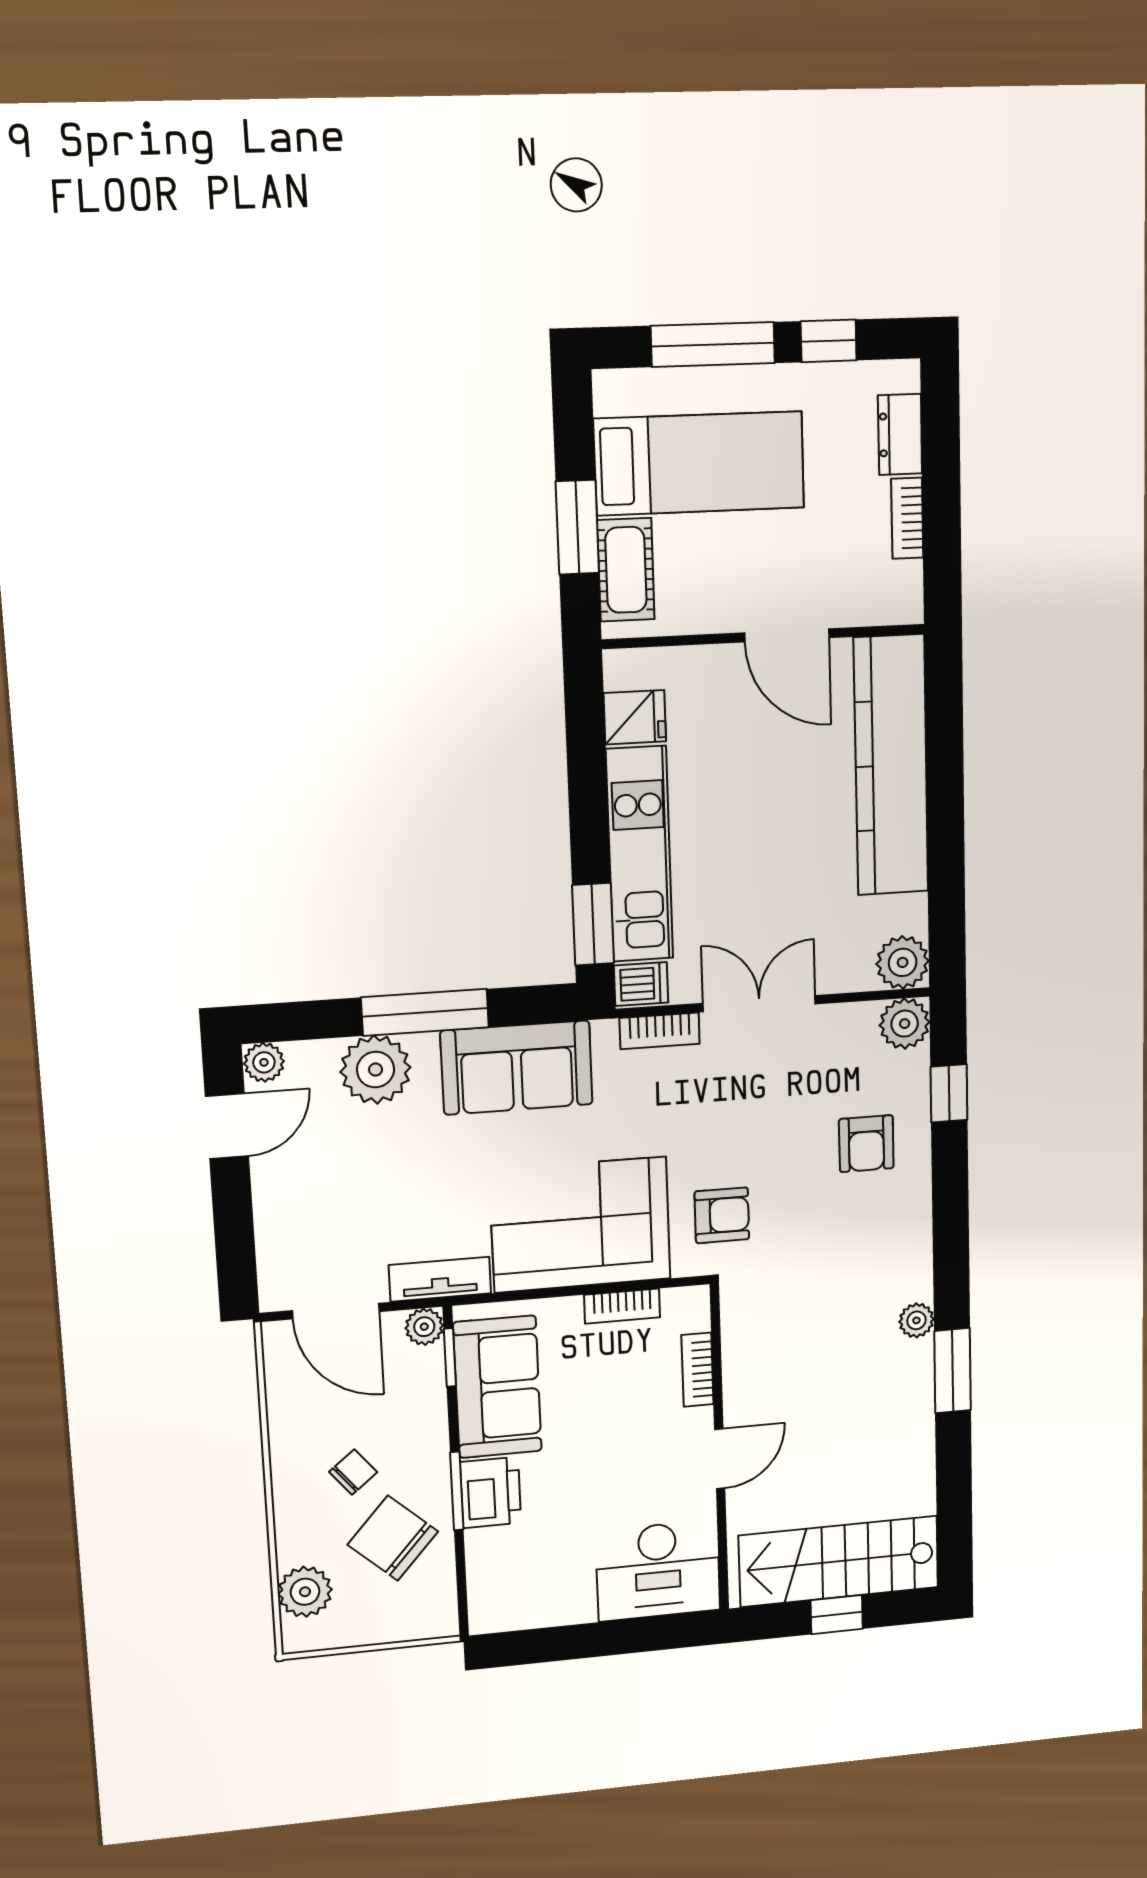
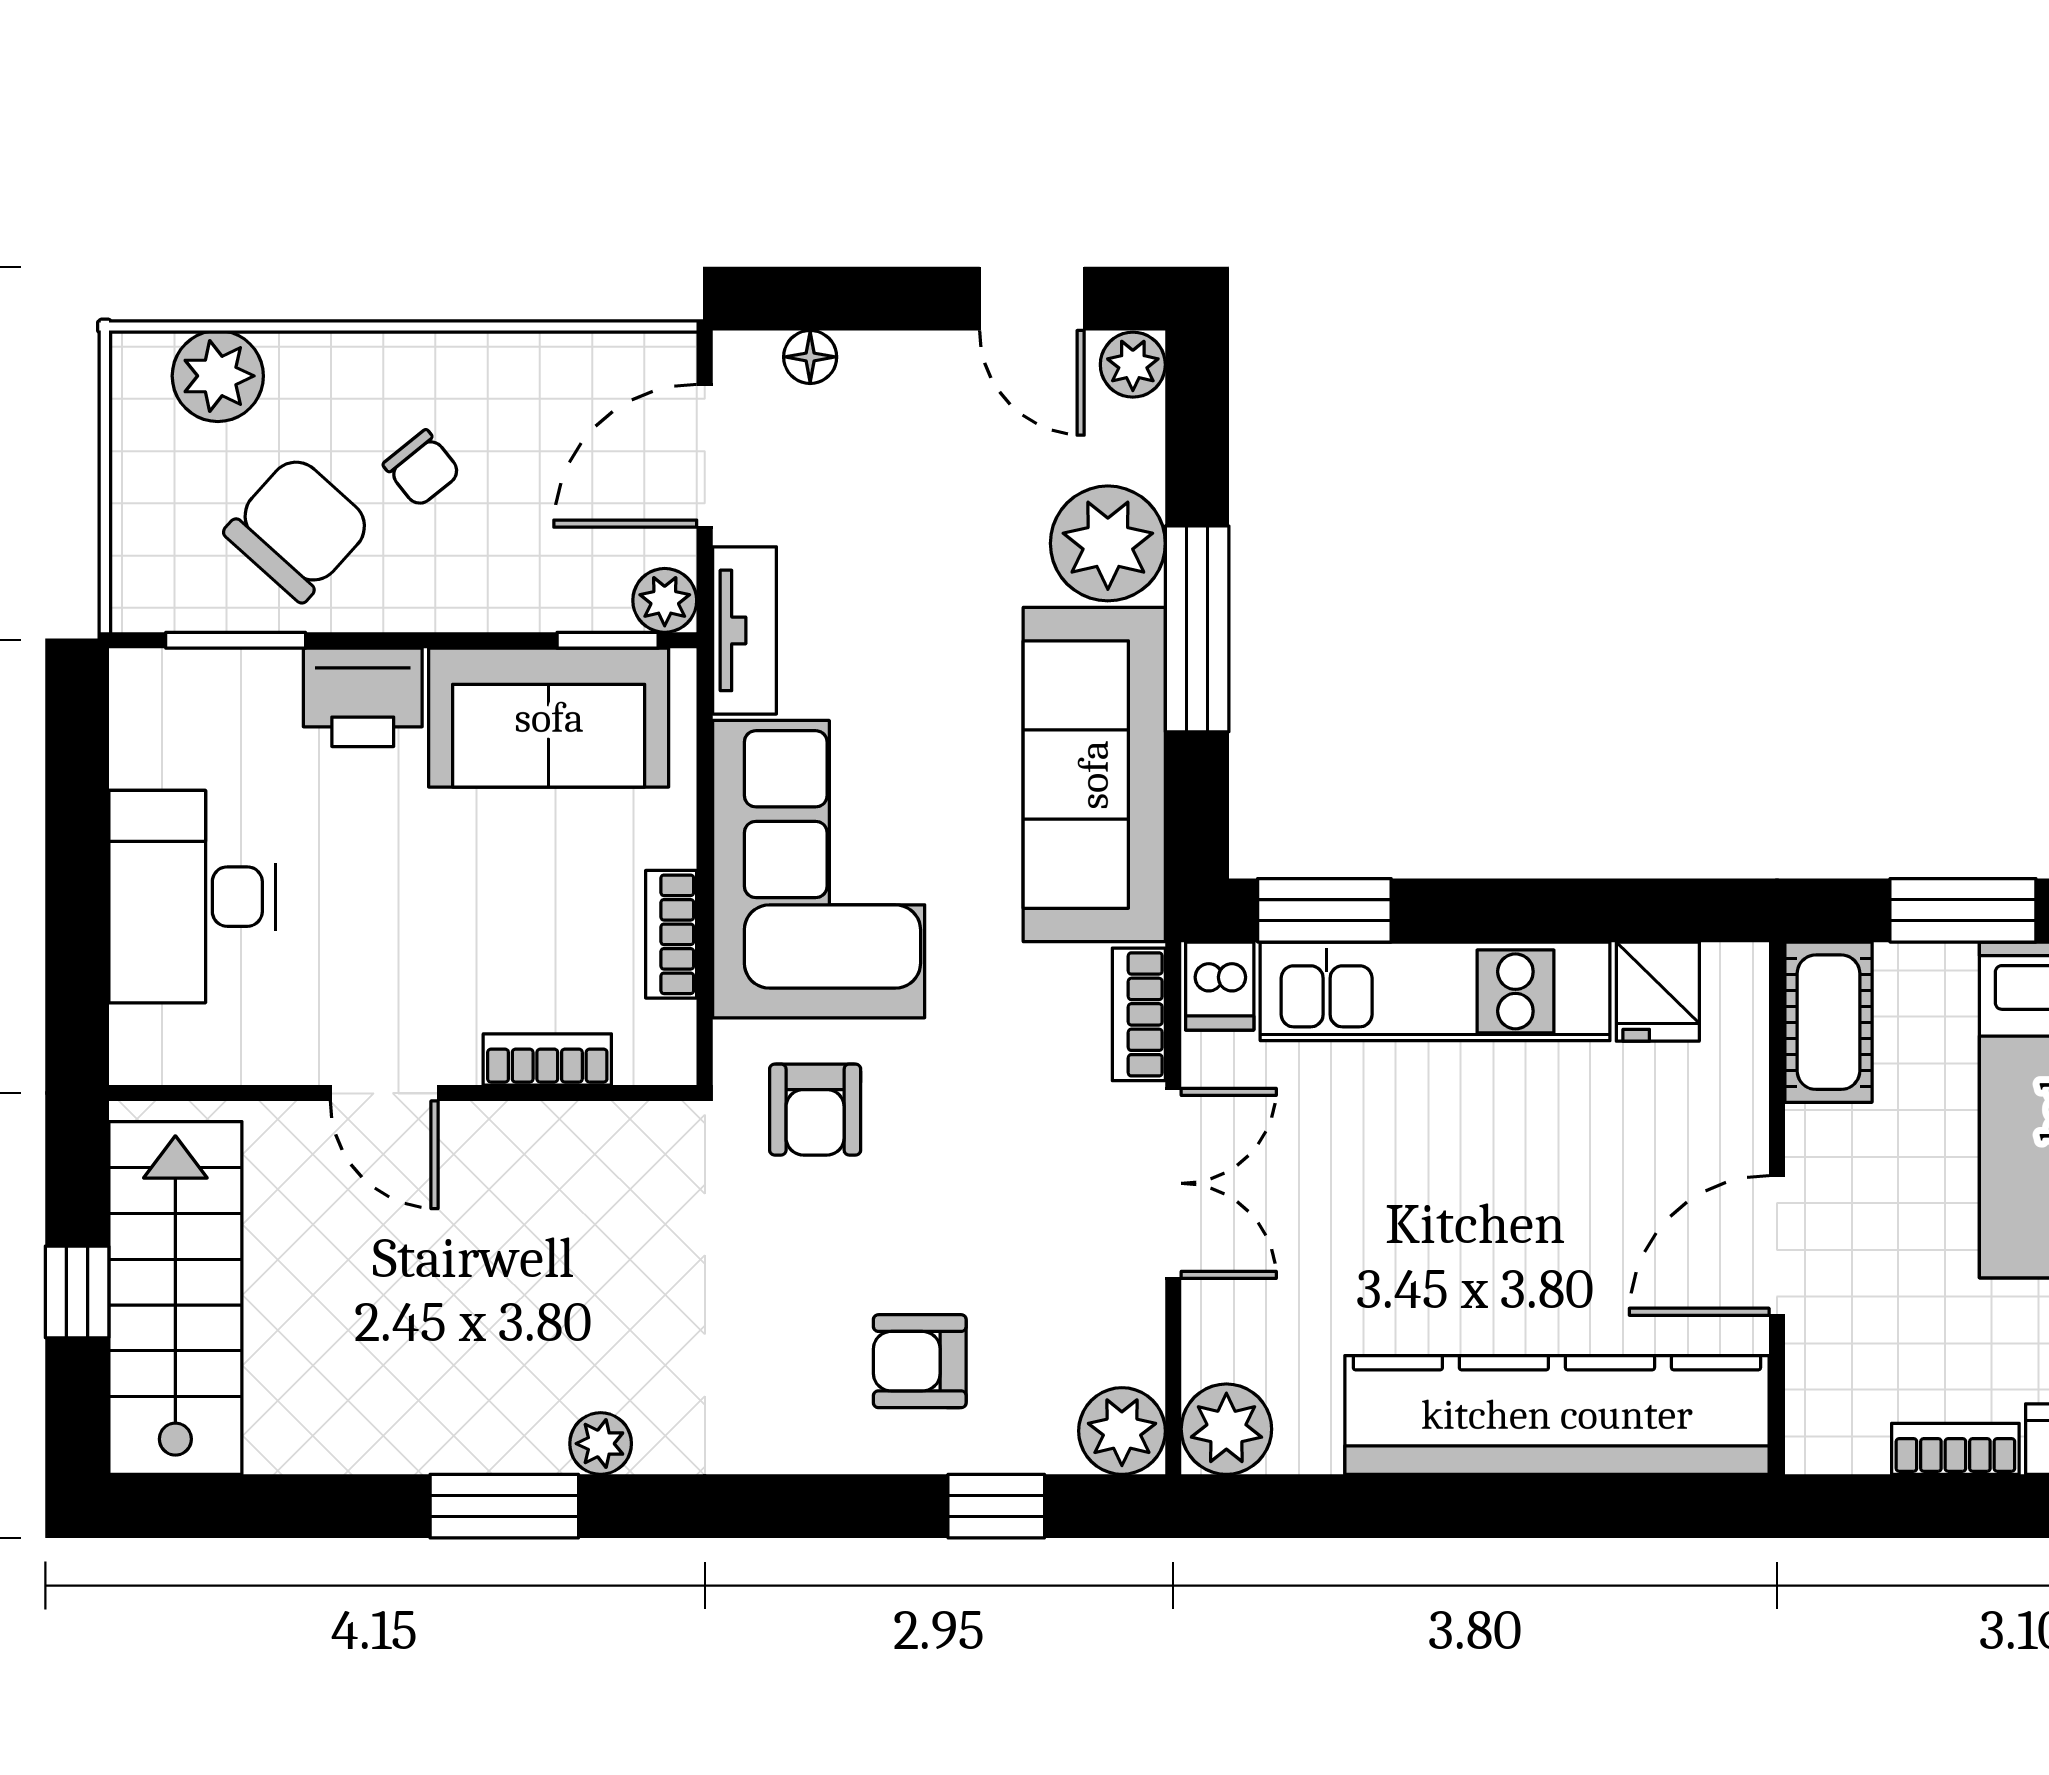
cot: (626, 570) -> (1828, 1022), moved, turned 90
sofa: (517, 1068) -> (1094, 775), width x1.36
floor lamp: (272, 1255) -> (810, 357), added
window: (457, 1491) -> (236, 640), moved
desk: (658, 1570) -> (192, 897), moved

